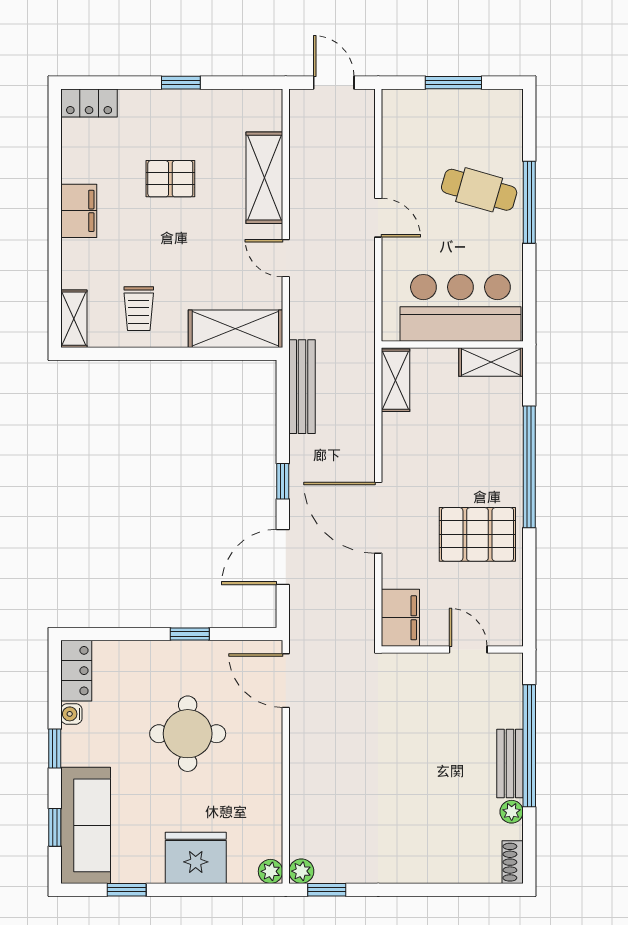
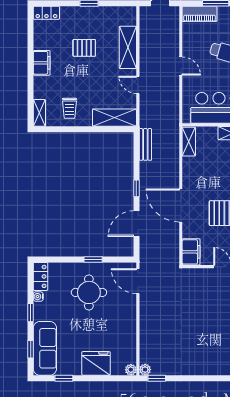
piano: (419, 106) -> (200, 14), added
bench: (302, 387) -> (145, 144), width x0.73
round table: (188, 734) -> (89, 292), moved

